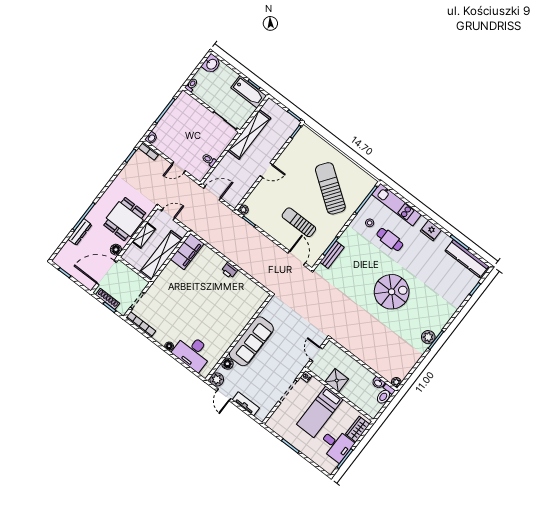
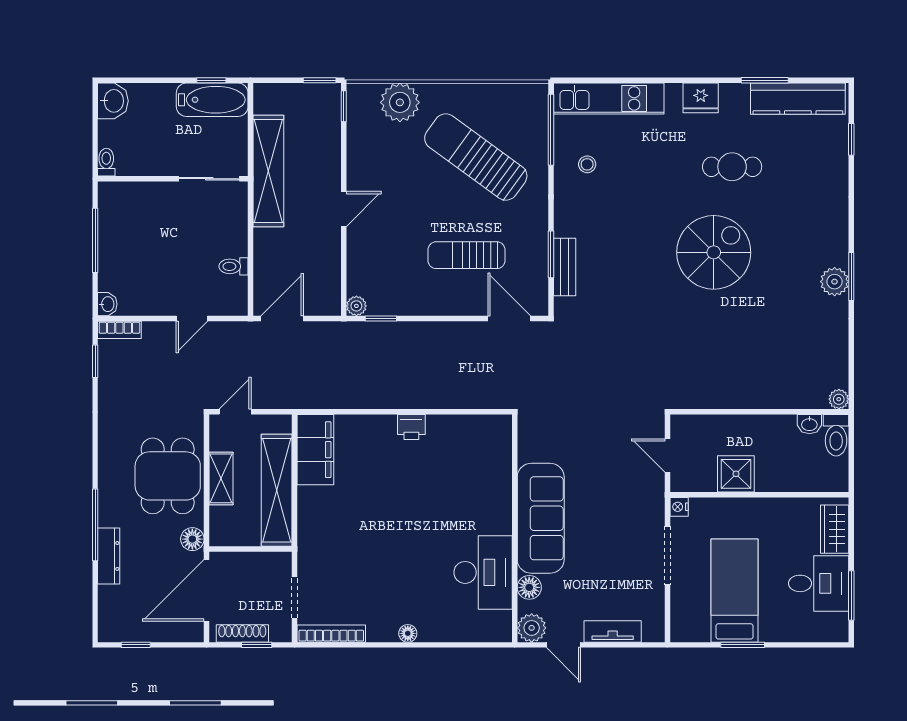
plant: (318, 146) -> (400, 102), added
cafe table: (390, 239) -> (732, 167), moved
desk: (193, 352) -> (483, 572), moved, turned -90
bed: (320, 412) -> (735, 591), moved, turned 180

